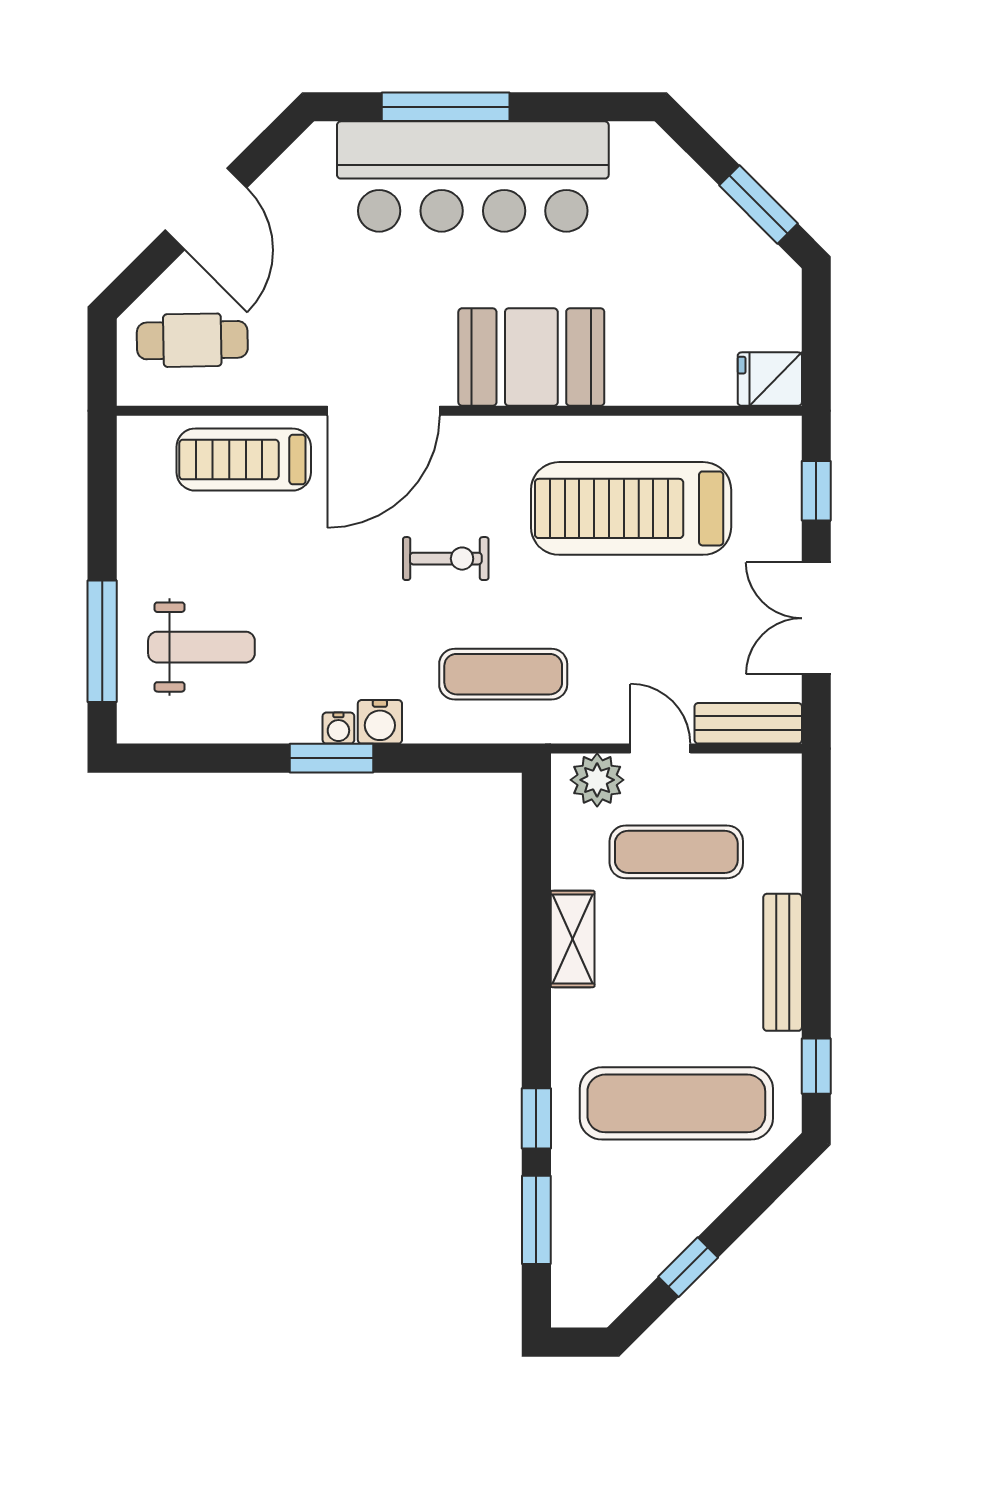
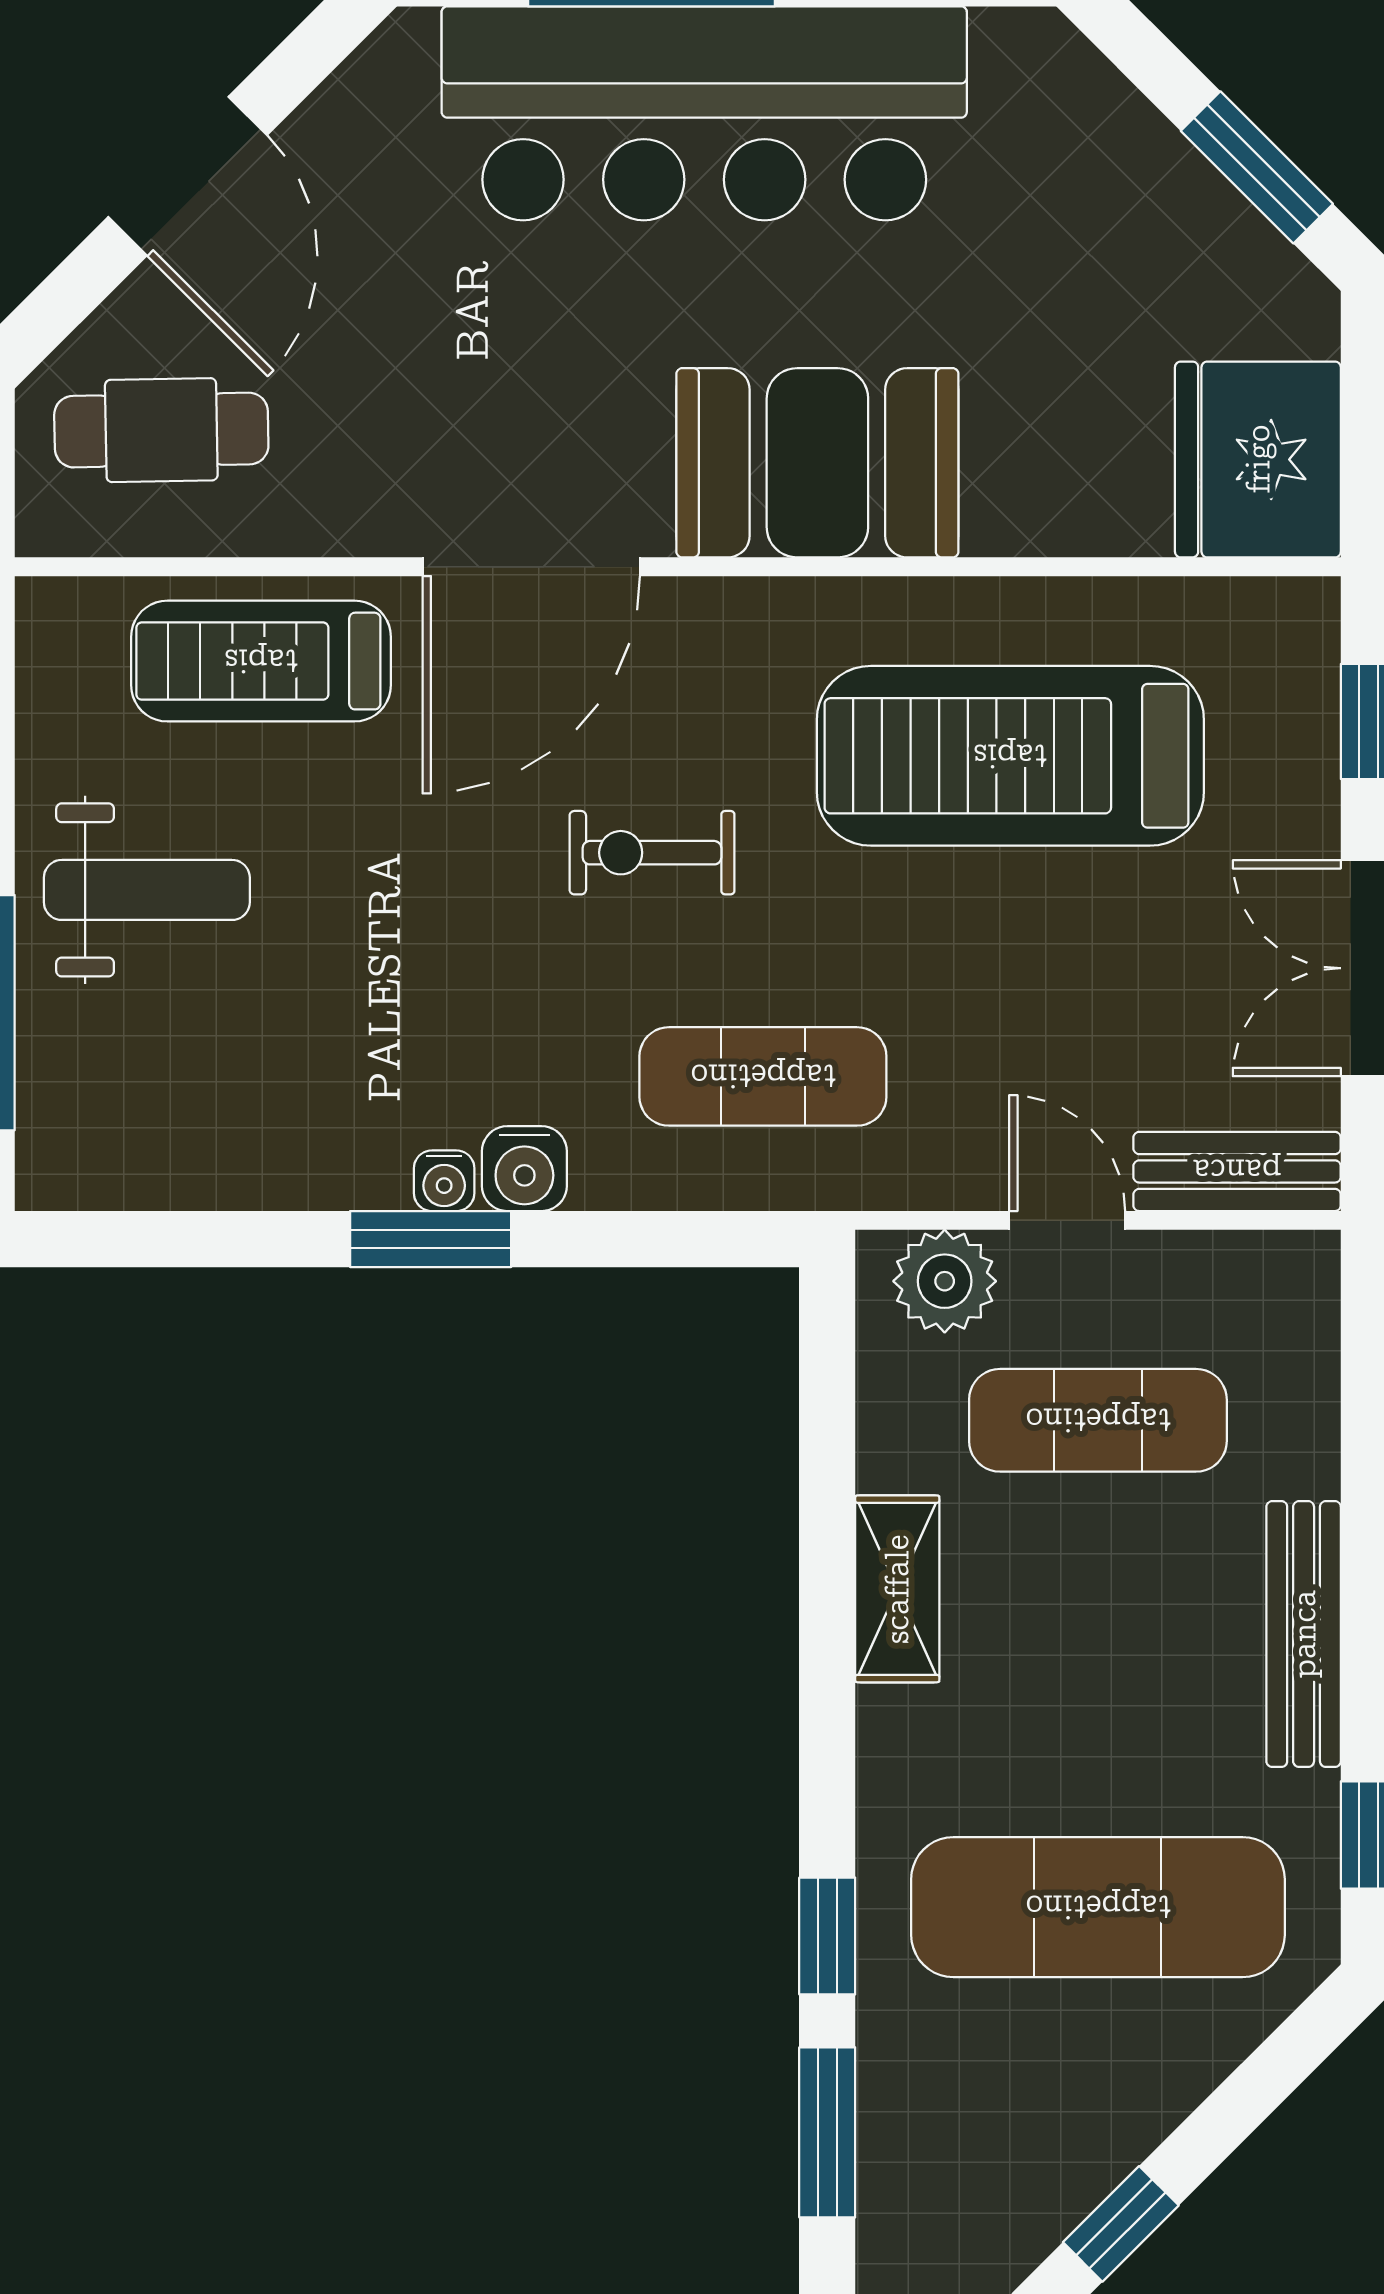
fridge: (770, 379) -> (1258, 459), width x1.88, depth x1.34
exercise bike: (446, 559) -> (652, 853), turned 180
weight bench: (201, 647) -> (147, 890), moved

